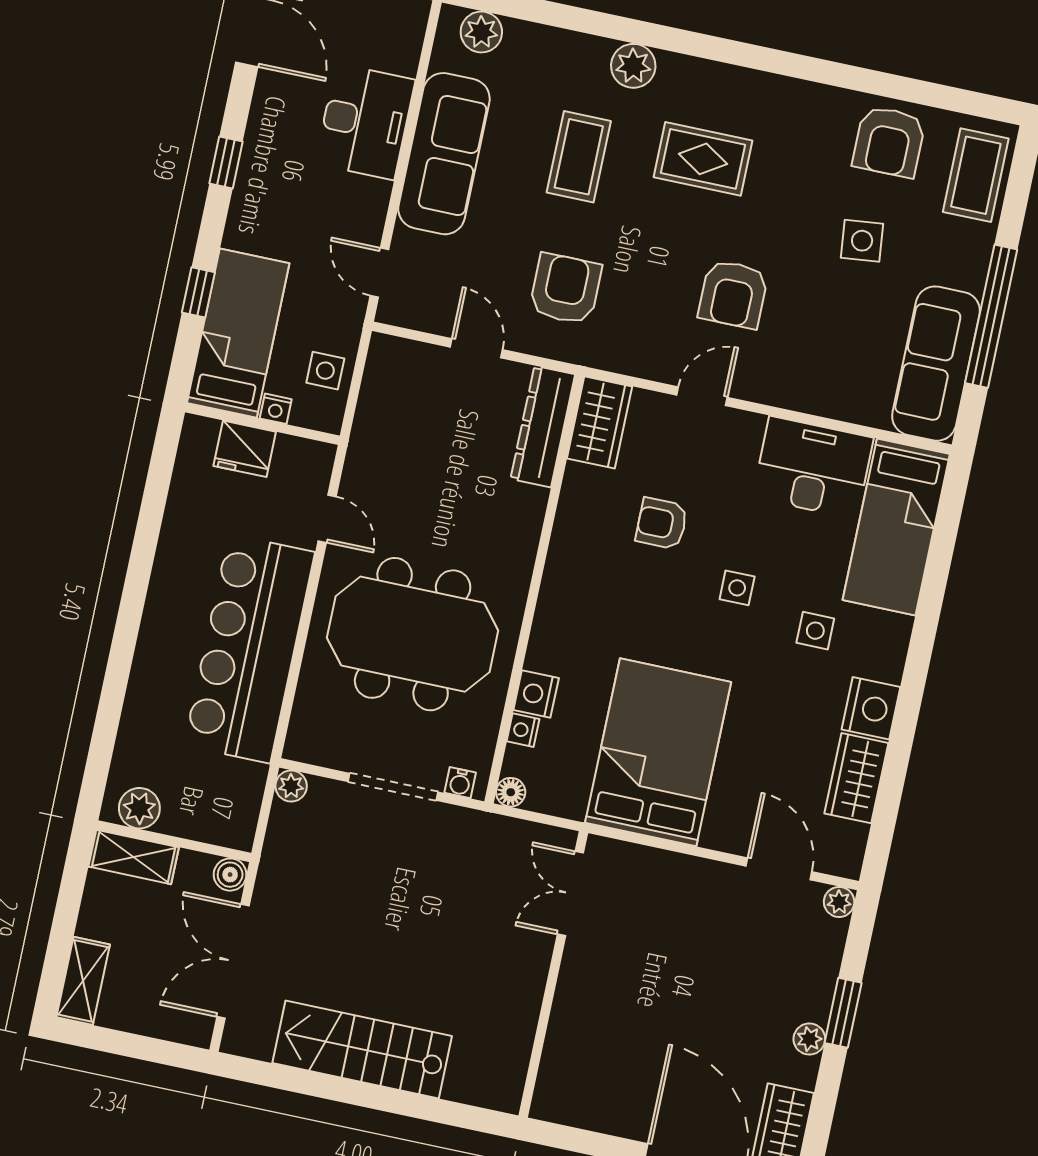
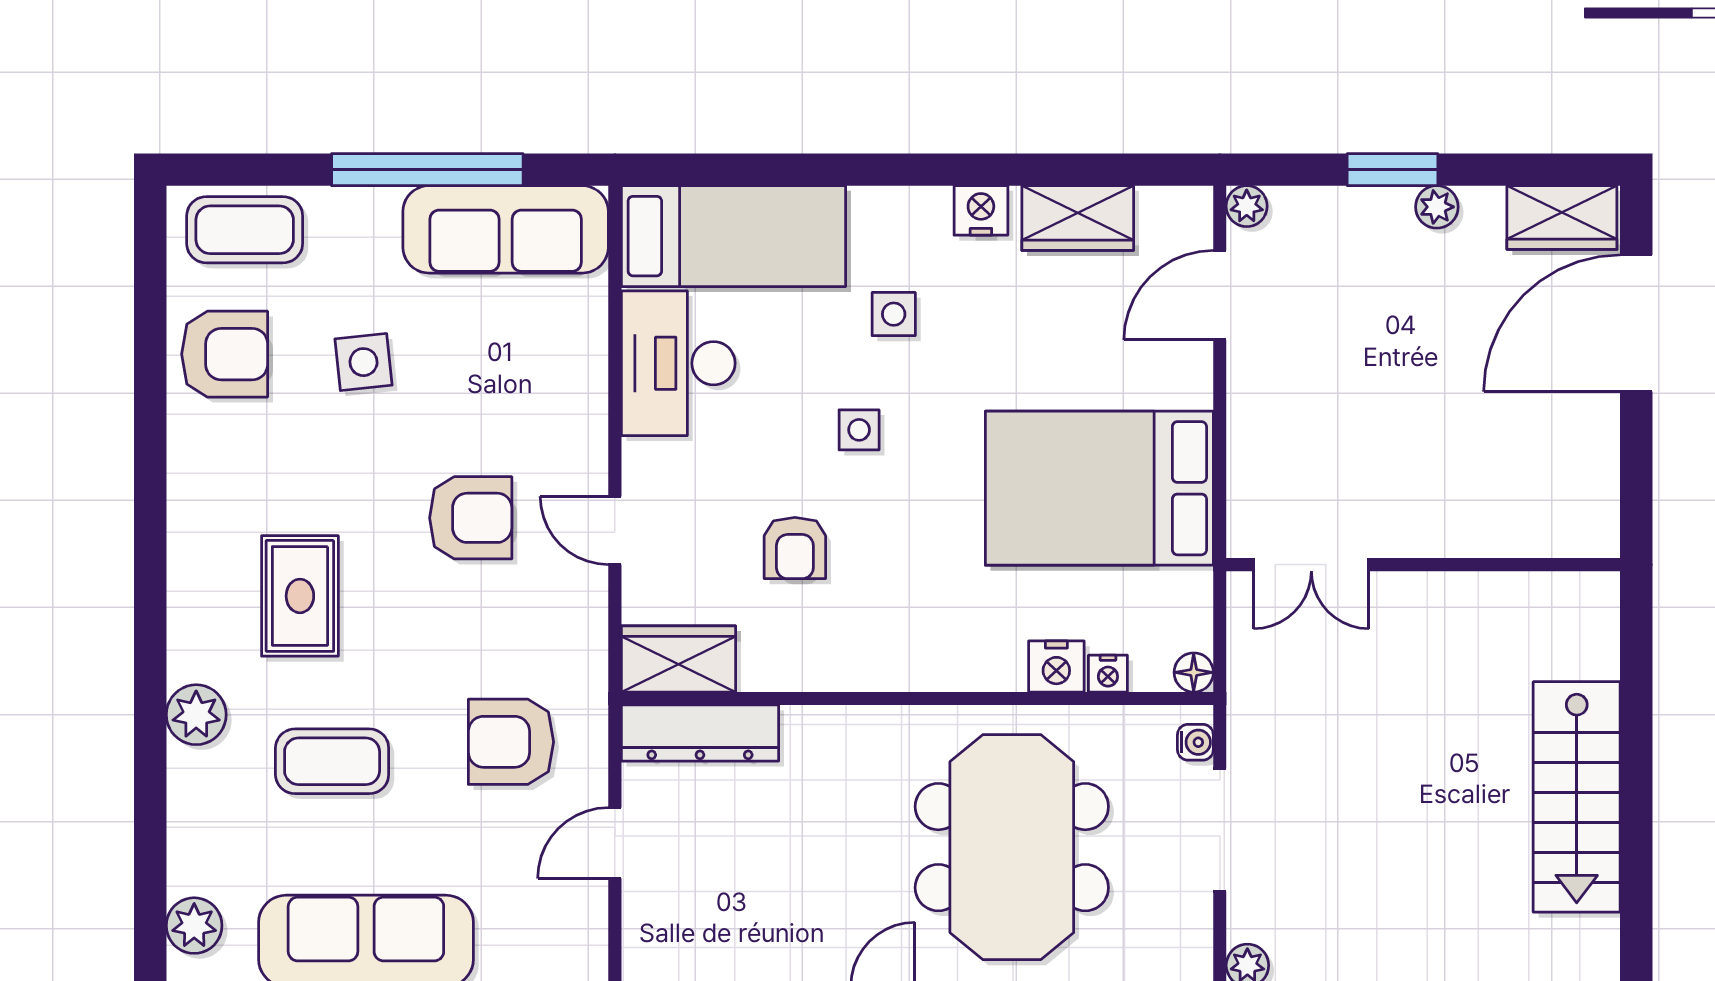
nightstand: (871, 708) -> (981, 210), width x0.74, depth x0.75

